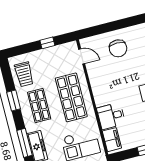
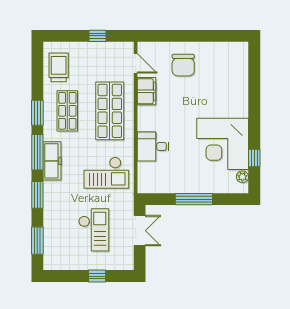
trolley: (24, 74) -> (59, 67), turned 180
window: (14, 100) -> (37, 113), moved
filing cabinet: (112, 140) -> (147, 91), moved

